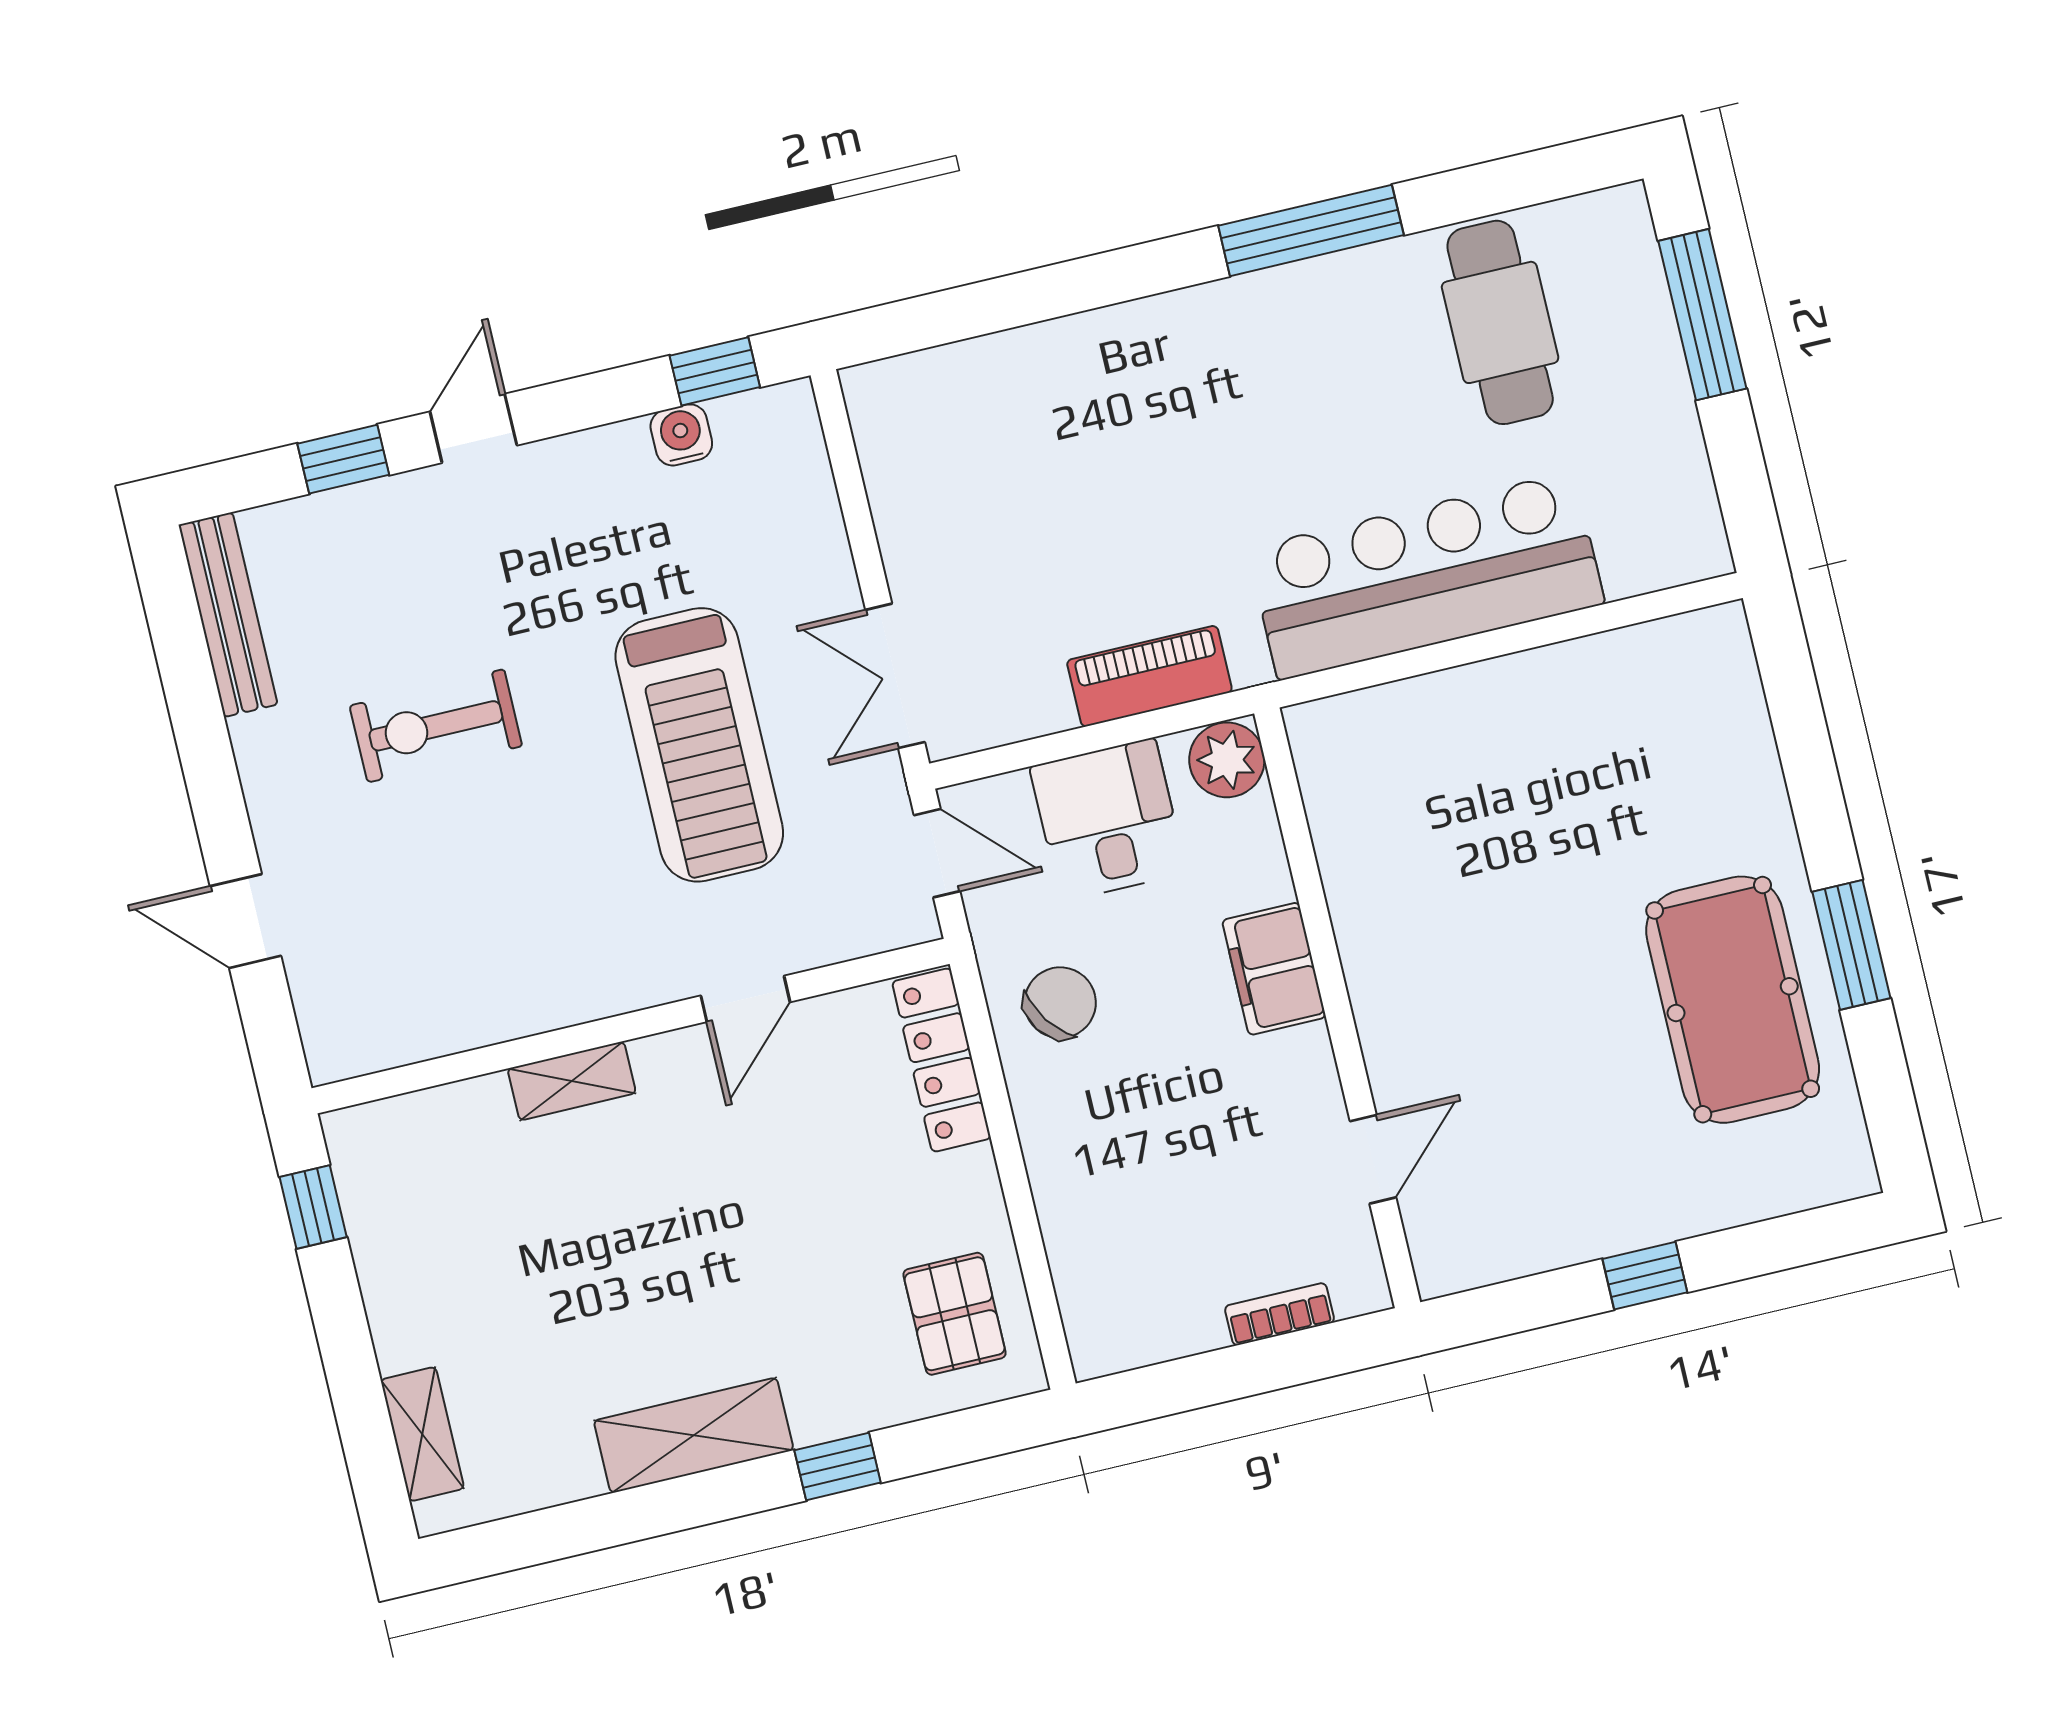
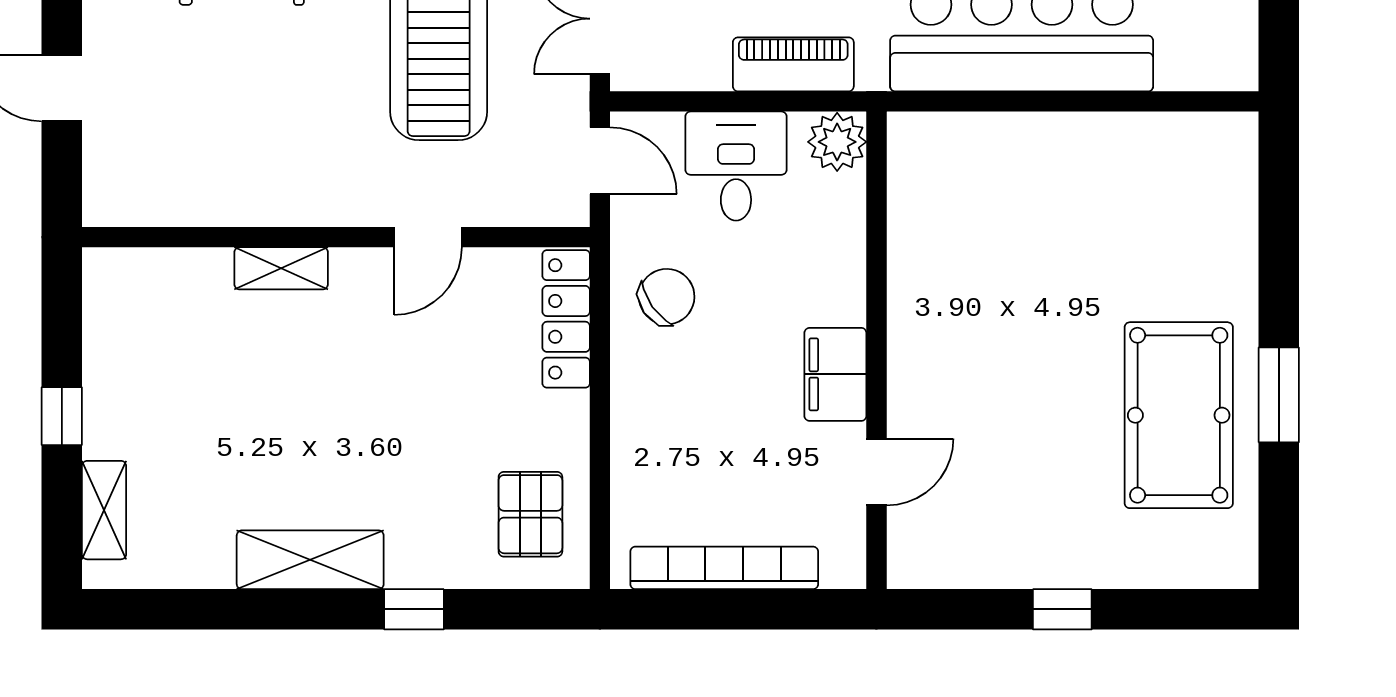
filing cabinet: (1274, 969) -> (835, 374), moved
window: (313, 1207) -> (62, 416), moved
bookcase: (1280, 1314) -> (724, 568), width x2.31, depth x1.31

